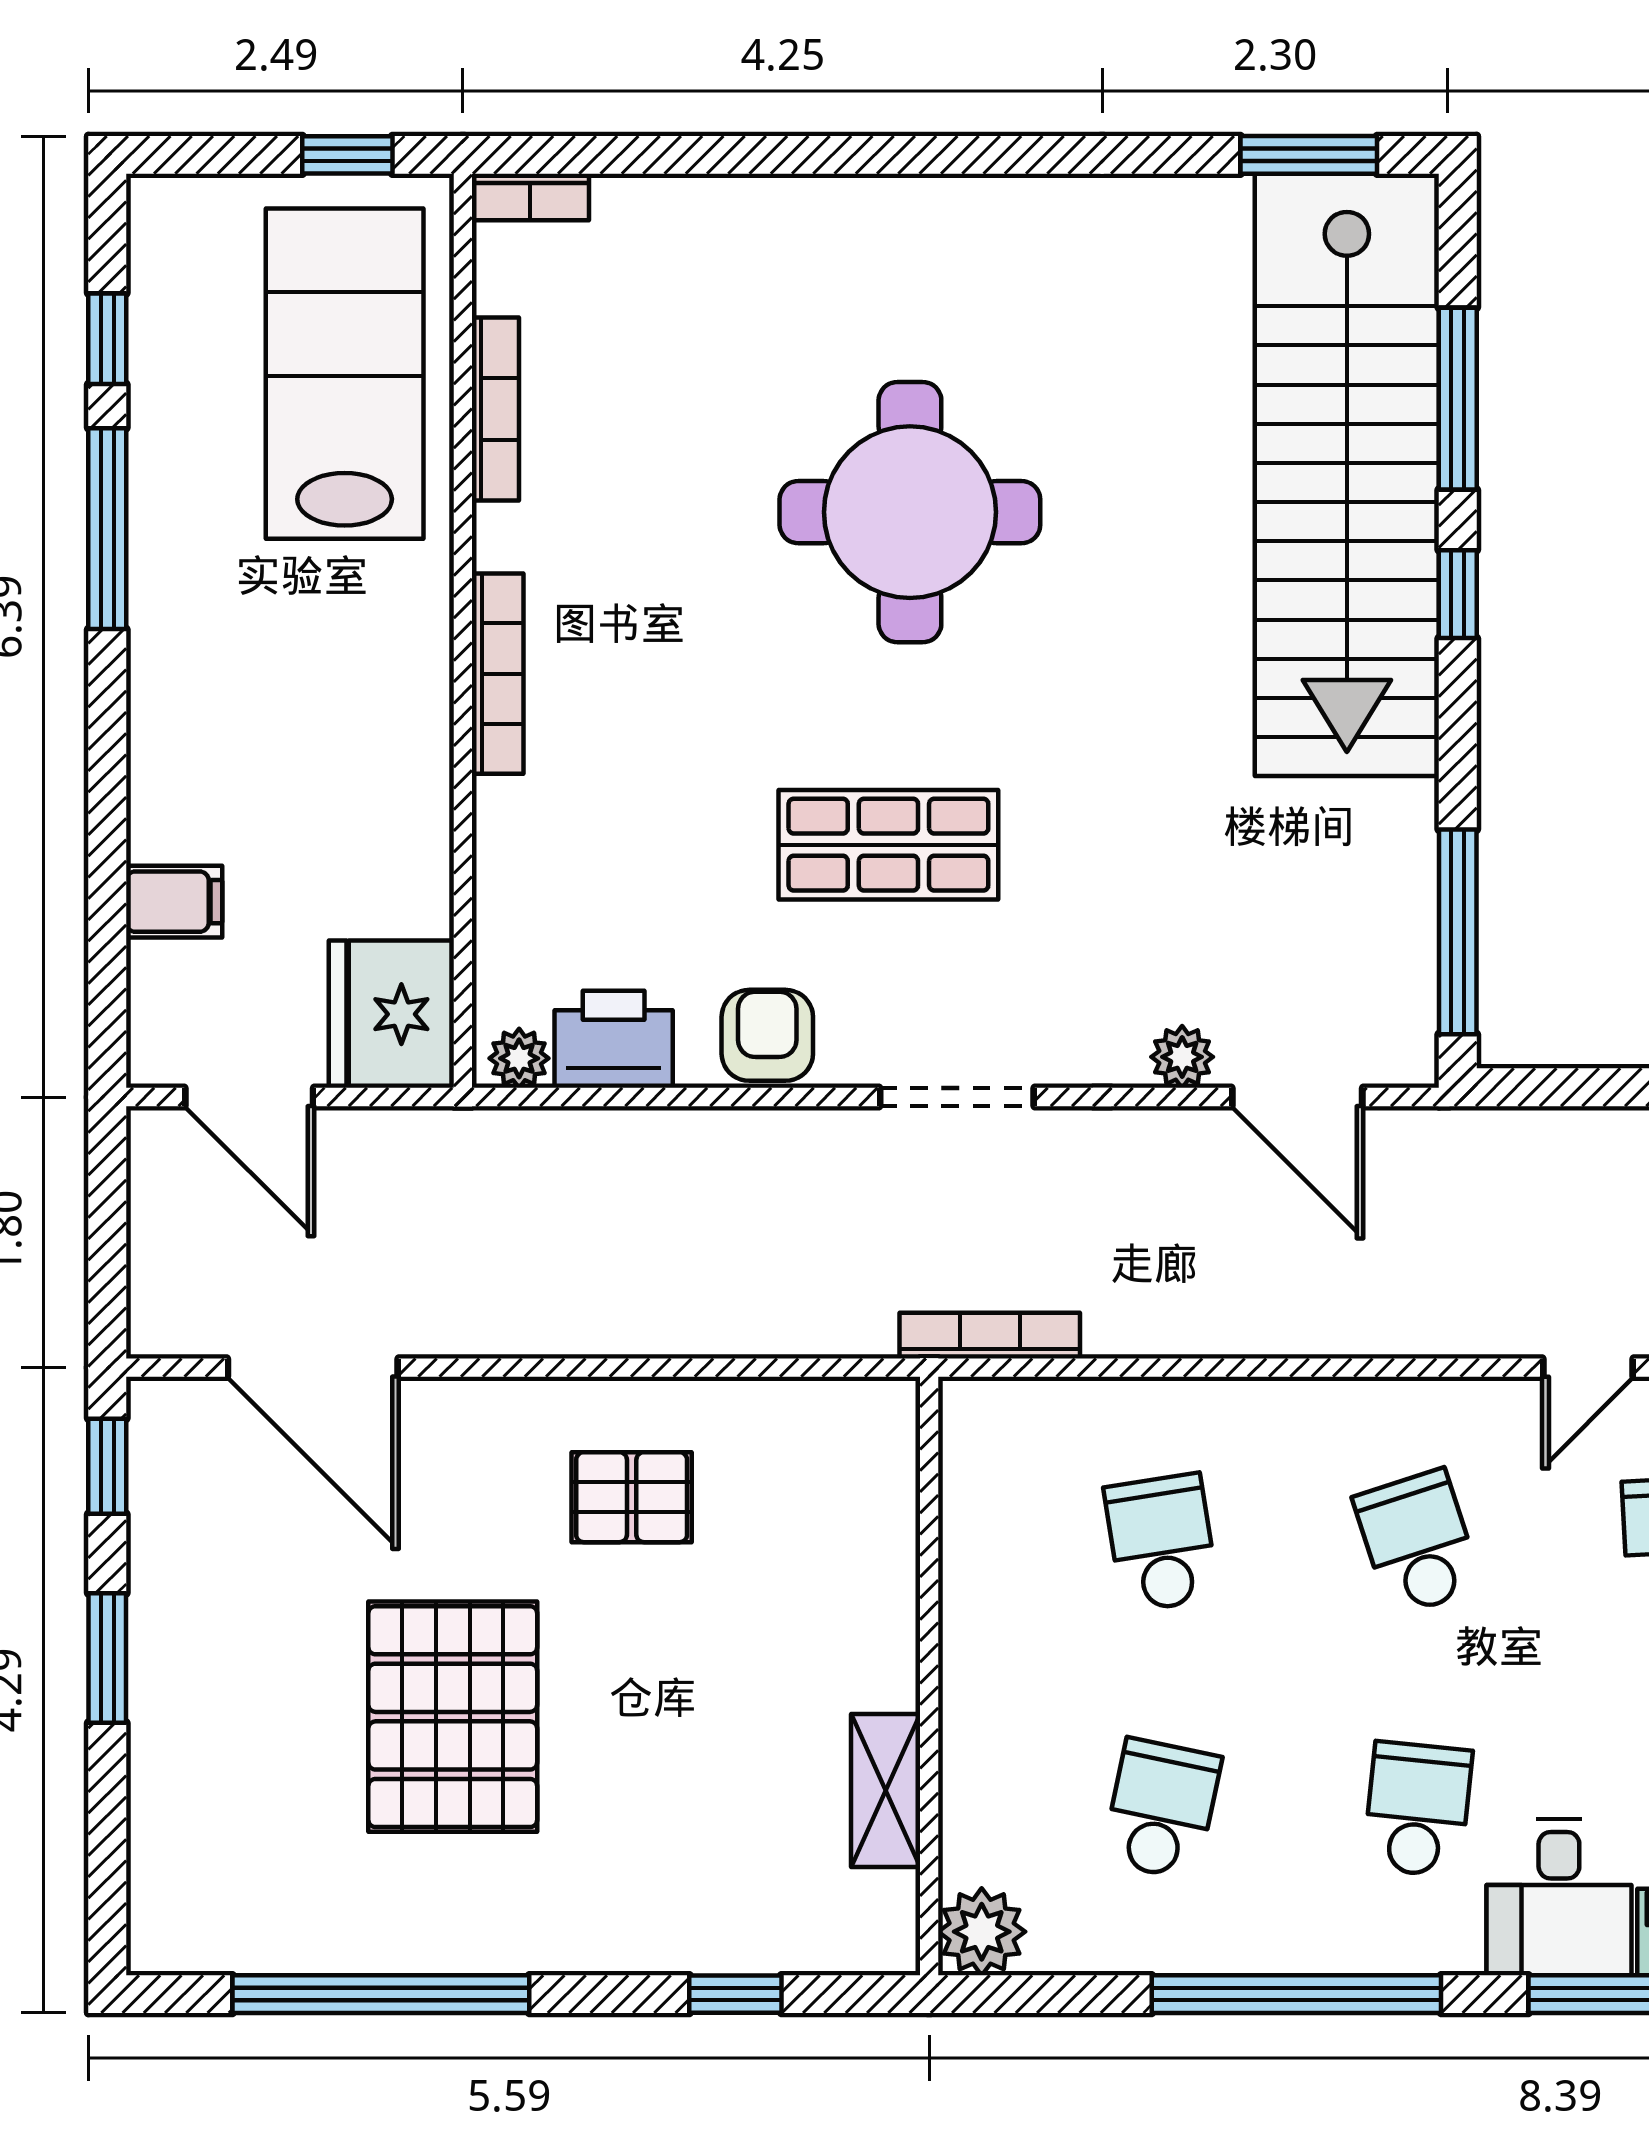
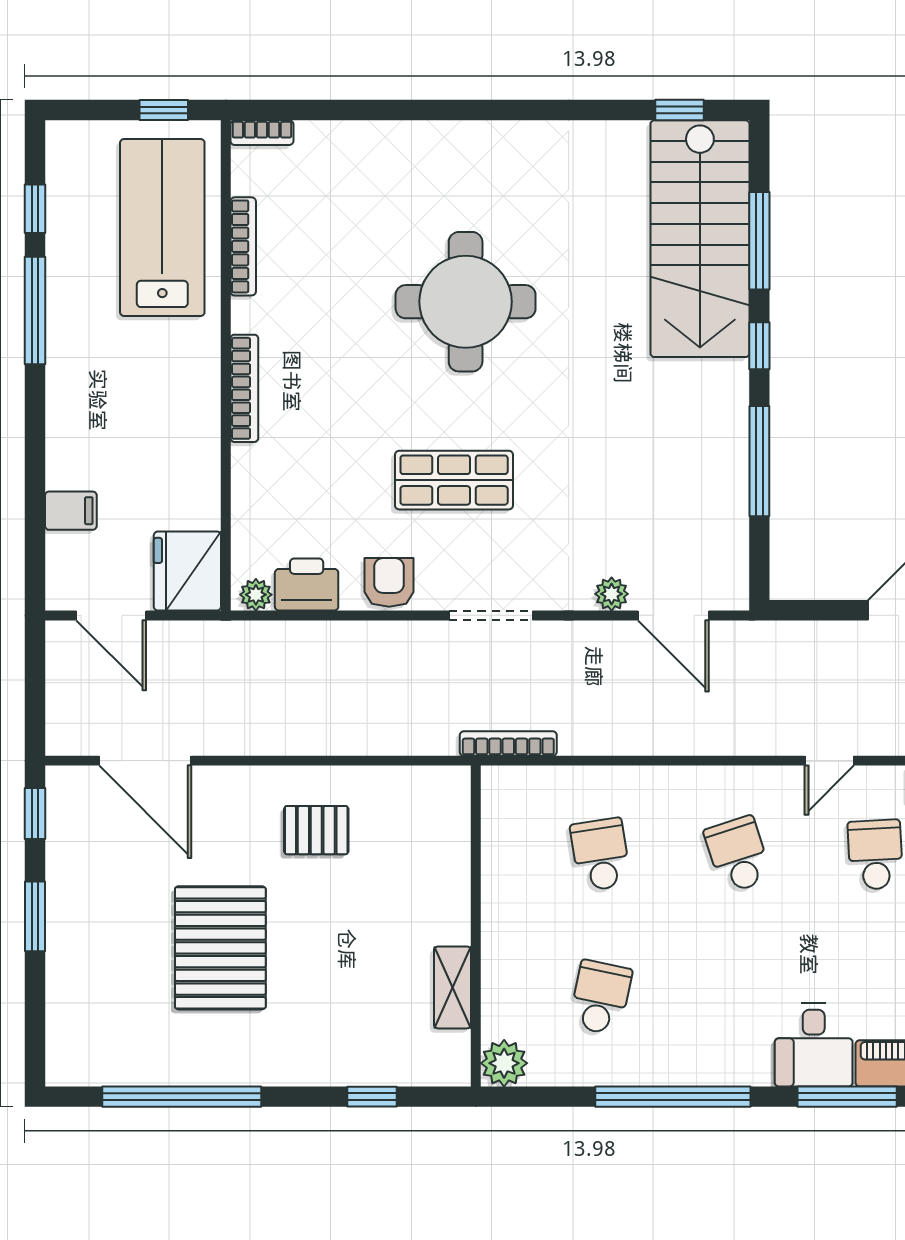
window: (1309, 155) -> (679, 110), width x0.67
stairs: (1347, 475) -> (700, 239), width x0.73
window: (1458, 932) -> (759, 461), moved
school desk: (1418, 1809) -> (738, 997), removed

